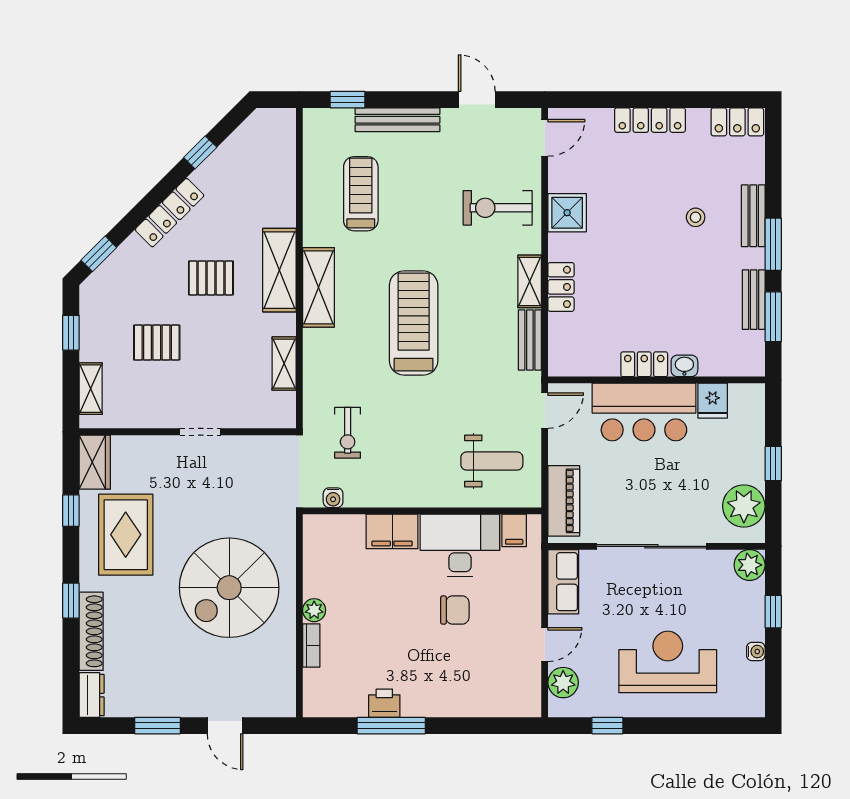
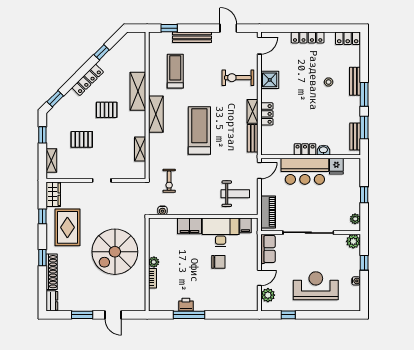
shelving: (279, 270) -> (138, 91), moved
bench: (754, 300) -> (355, 137), moved
plant: (744, 506) -> (355, 219), width x0.53, depth x0.53

